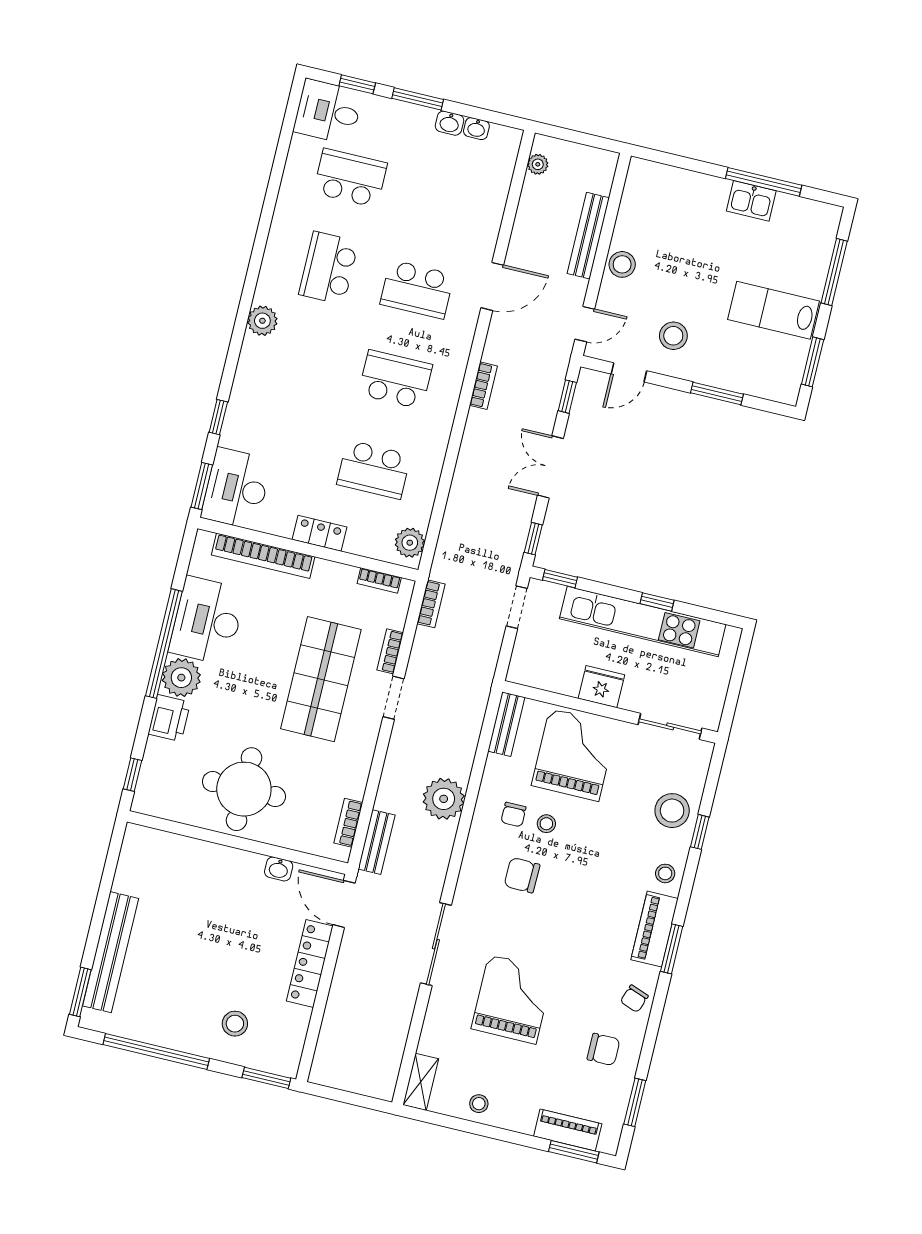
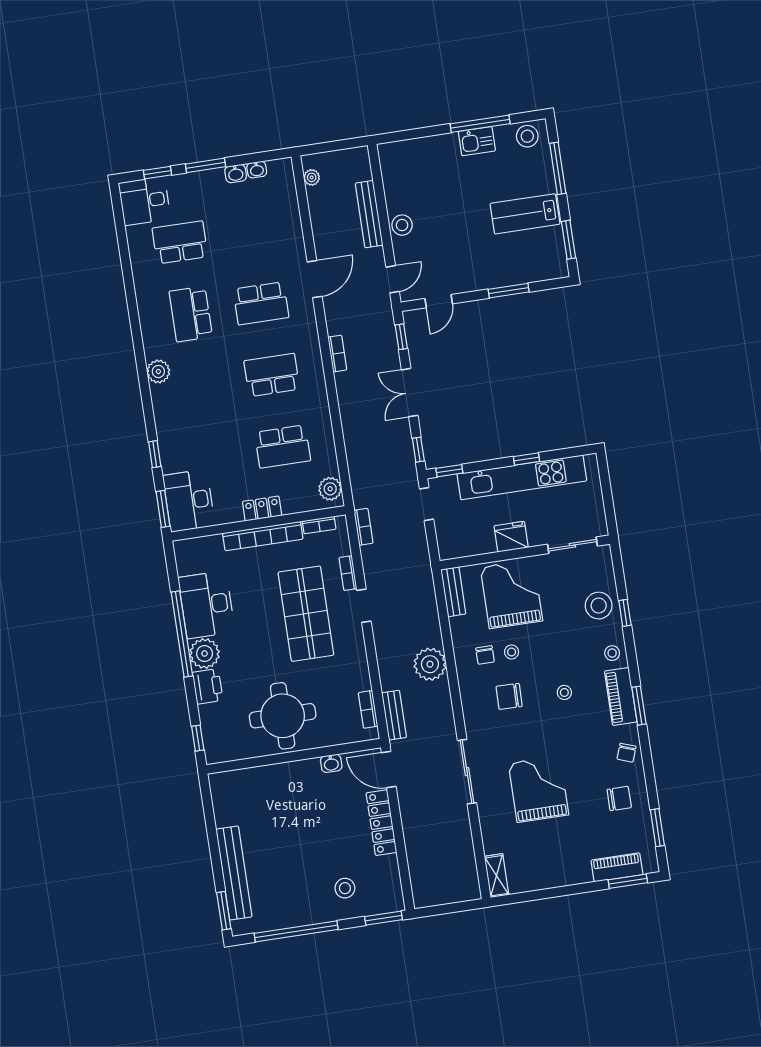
stool: (673, 336) -> (527, 136), moved
bookcase: (263, 556) -> (263, 536), moved
stool: (479, 1104) -> (564, 692), moved

